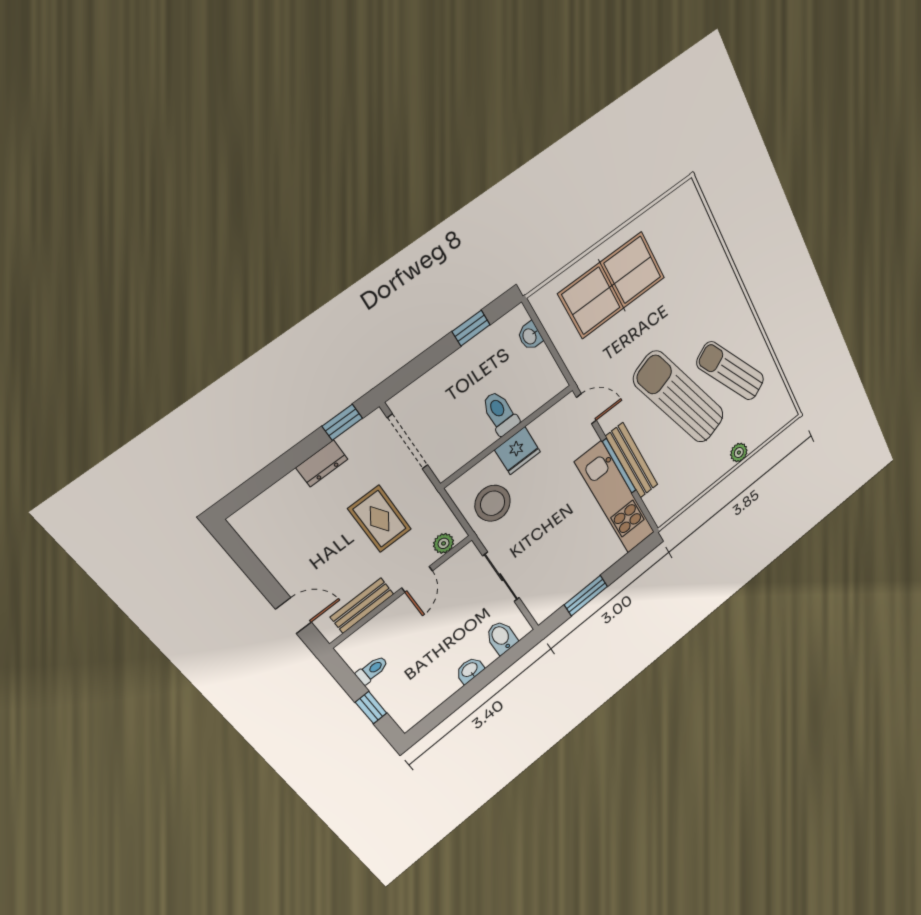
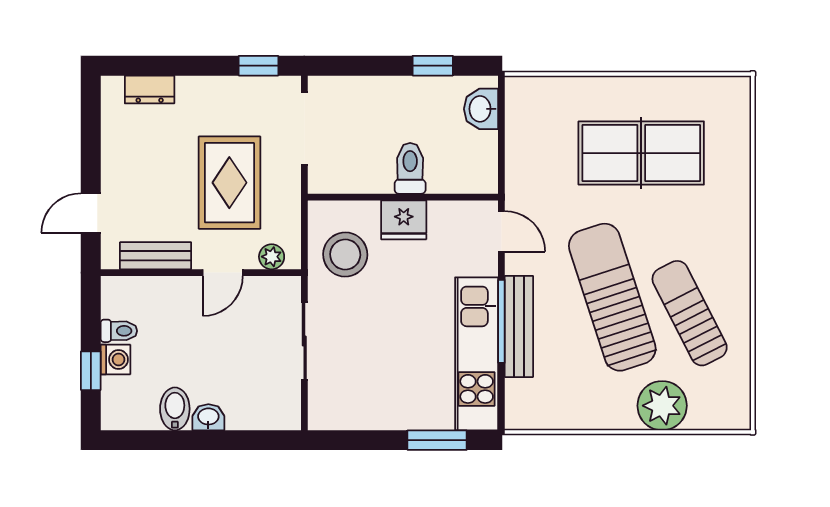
table tennis table: (612, 285) -> (641, 153), moved
washbasin: (530, 336) -> (481, 109), width x1.38, depth x1.45
plant: (739, 453) -> (662, 406), width x1.88, depth x1.88
dresser: (322, 463) -> (150, 89), moved
rug: (380, 519) -> (229, 183), width x1.36, depth x1.43
window: (586, 596) -> (437, 440), moved
door: (293, 616) -> (91, 213), swing flipped
bidet: (501, 637) -> (175, 409), moved
washing machine: (383, 688) -> (116, 360), added

